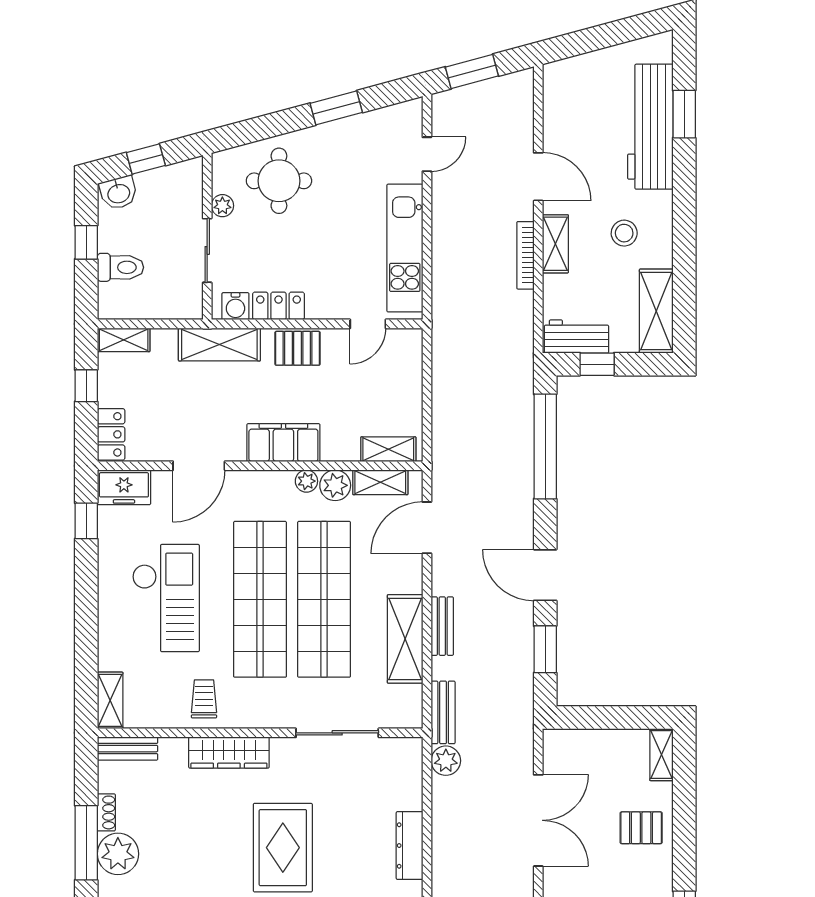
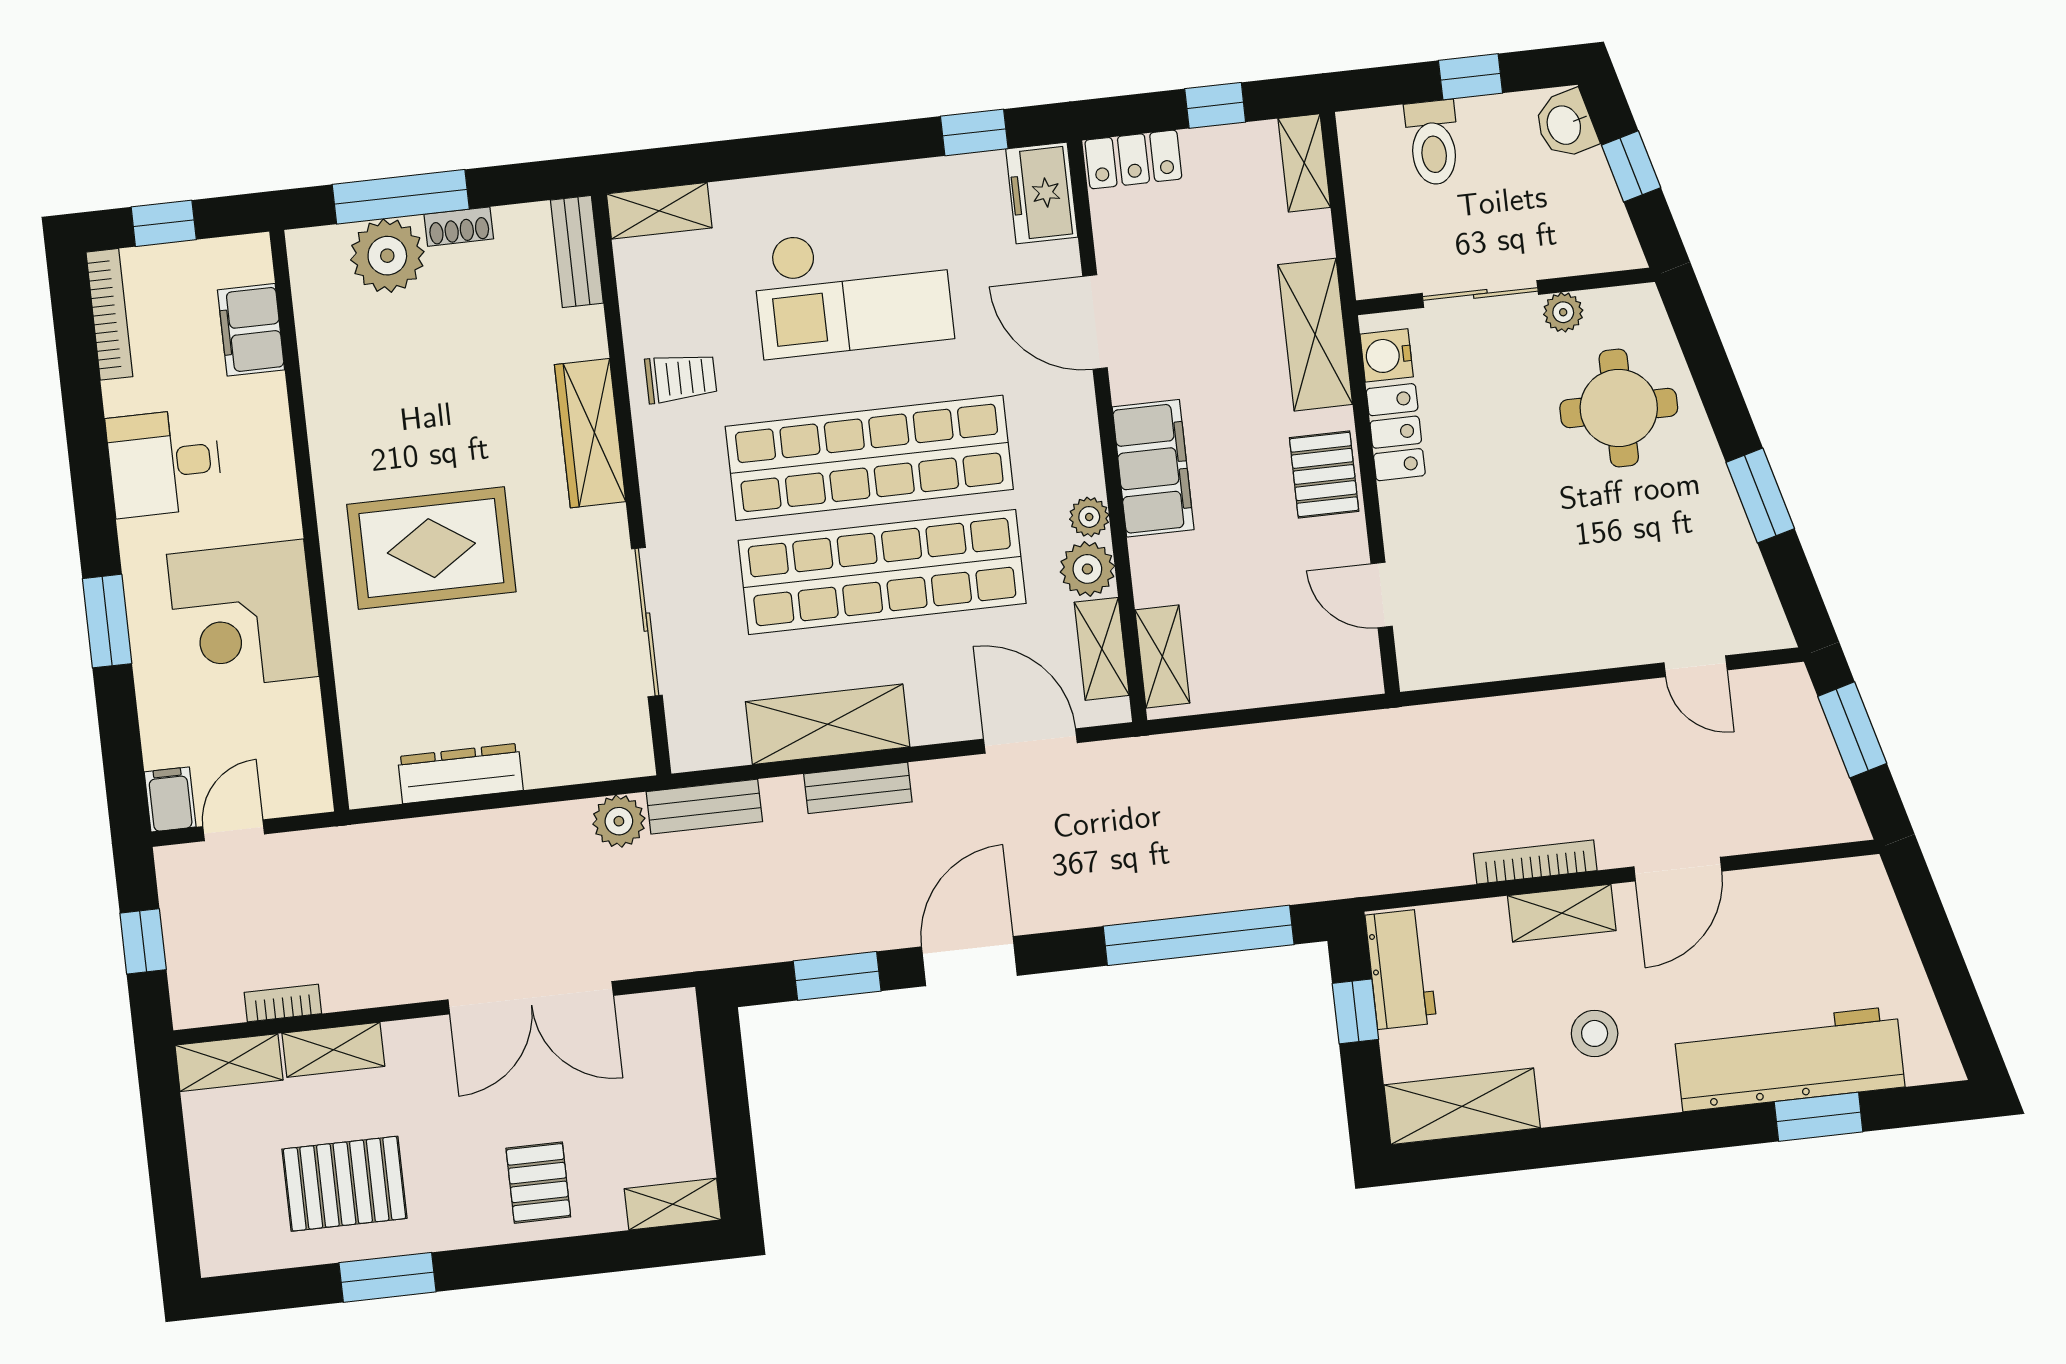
kitchen unit: (405, 248) -> (1524, 646), removed

